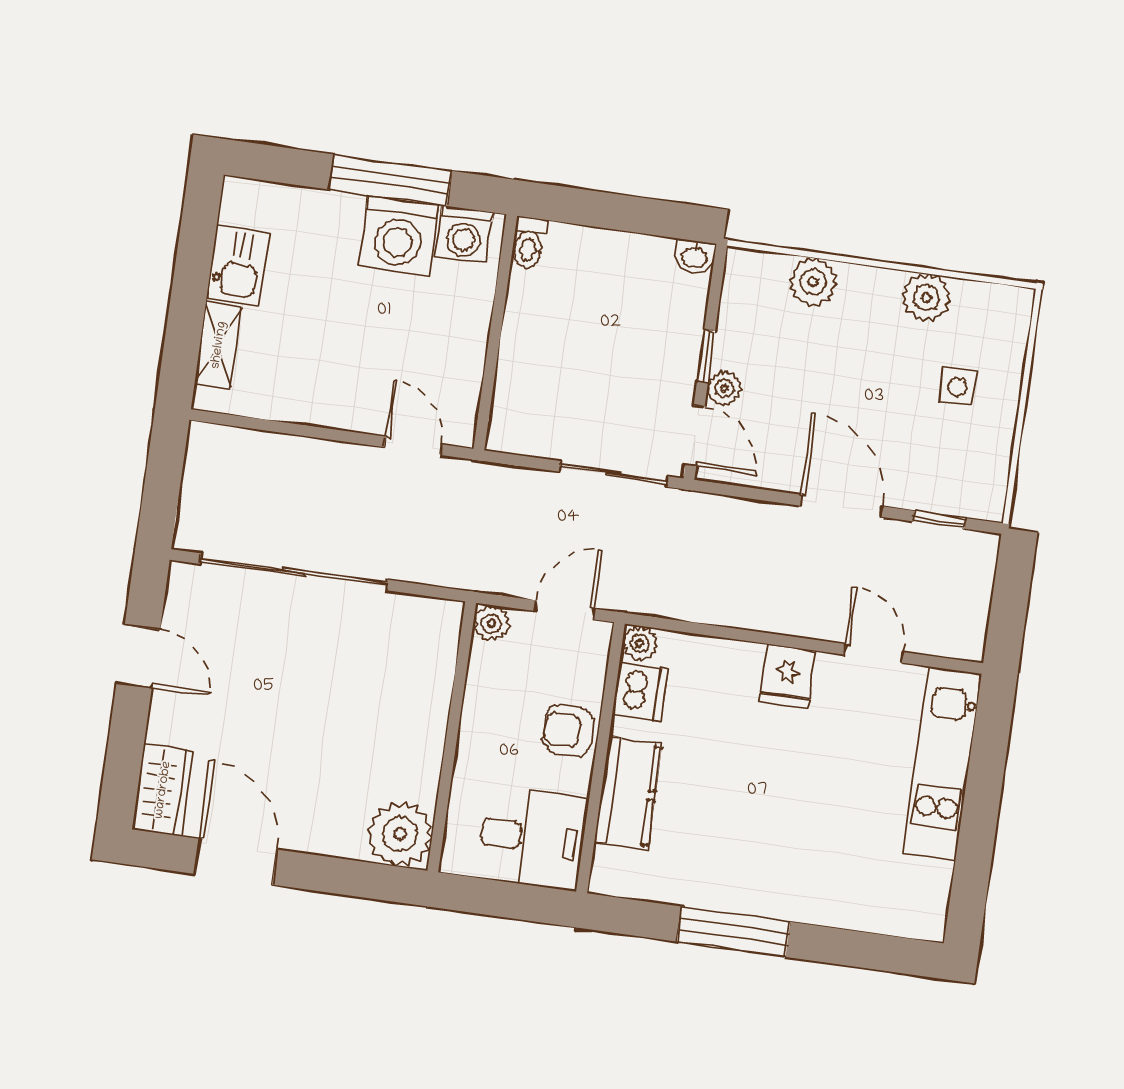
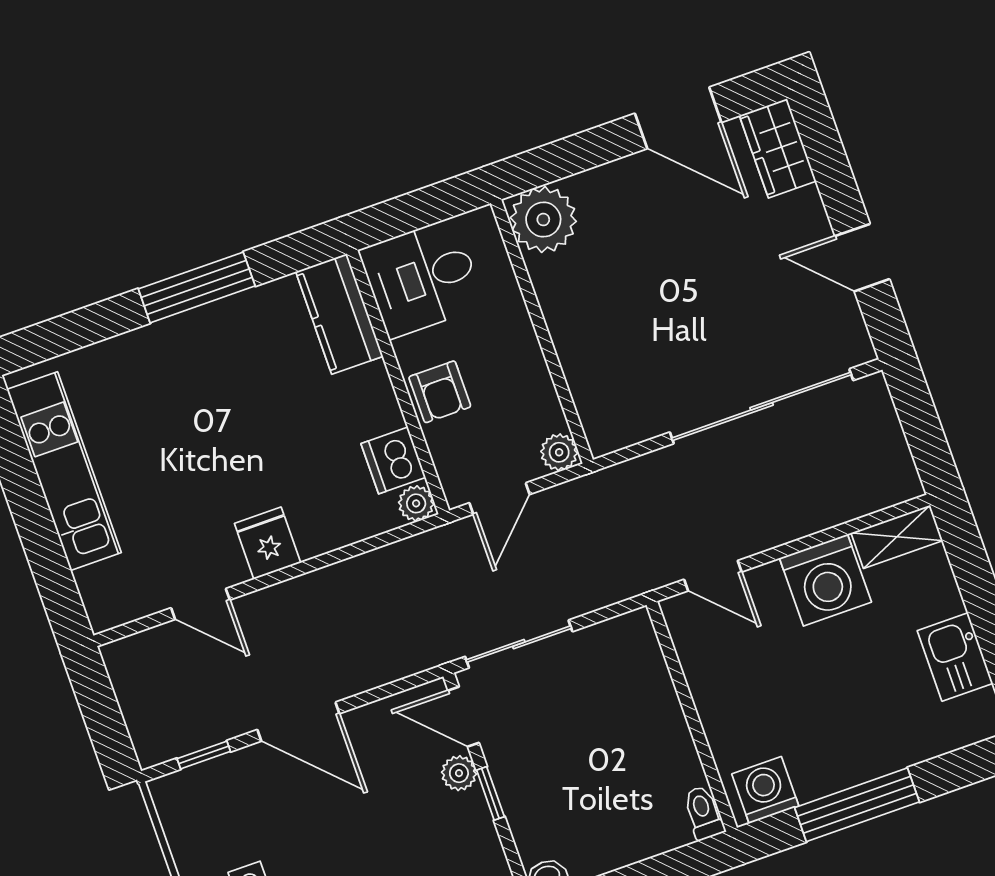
washing machine: (398, 235) -> (825, 580), moved, turned 180
shelving: (219, 345) -> (897, 537), moved, turned 90
armchair: (568, 730) -> (440, 392), turned 90
kitchen unit: (942, 764) -> (64, 471), moved
kitchen counter: (628, 793) -> (339, 314), moved

